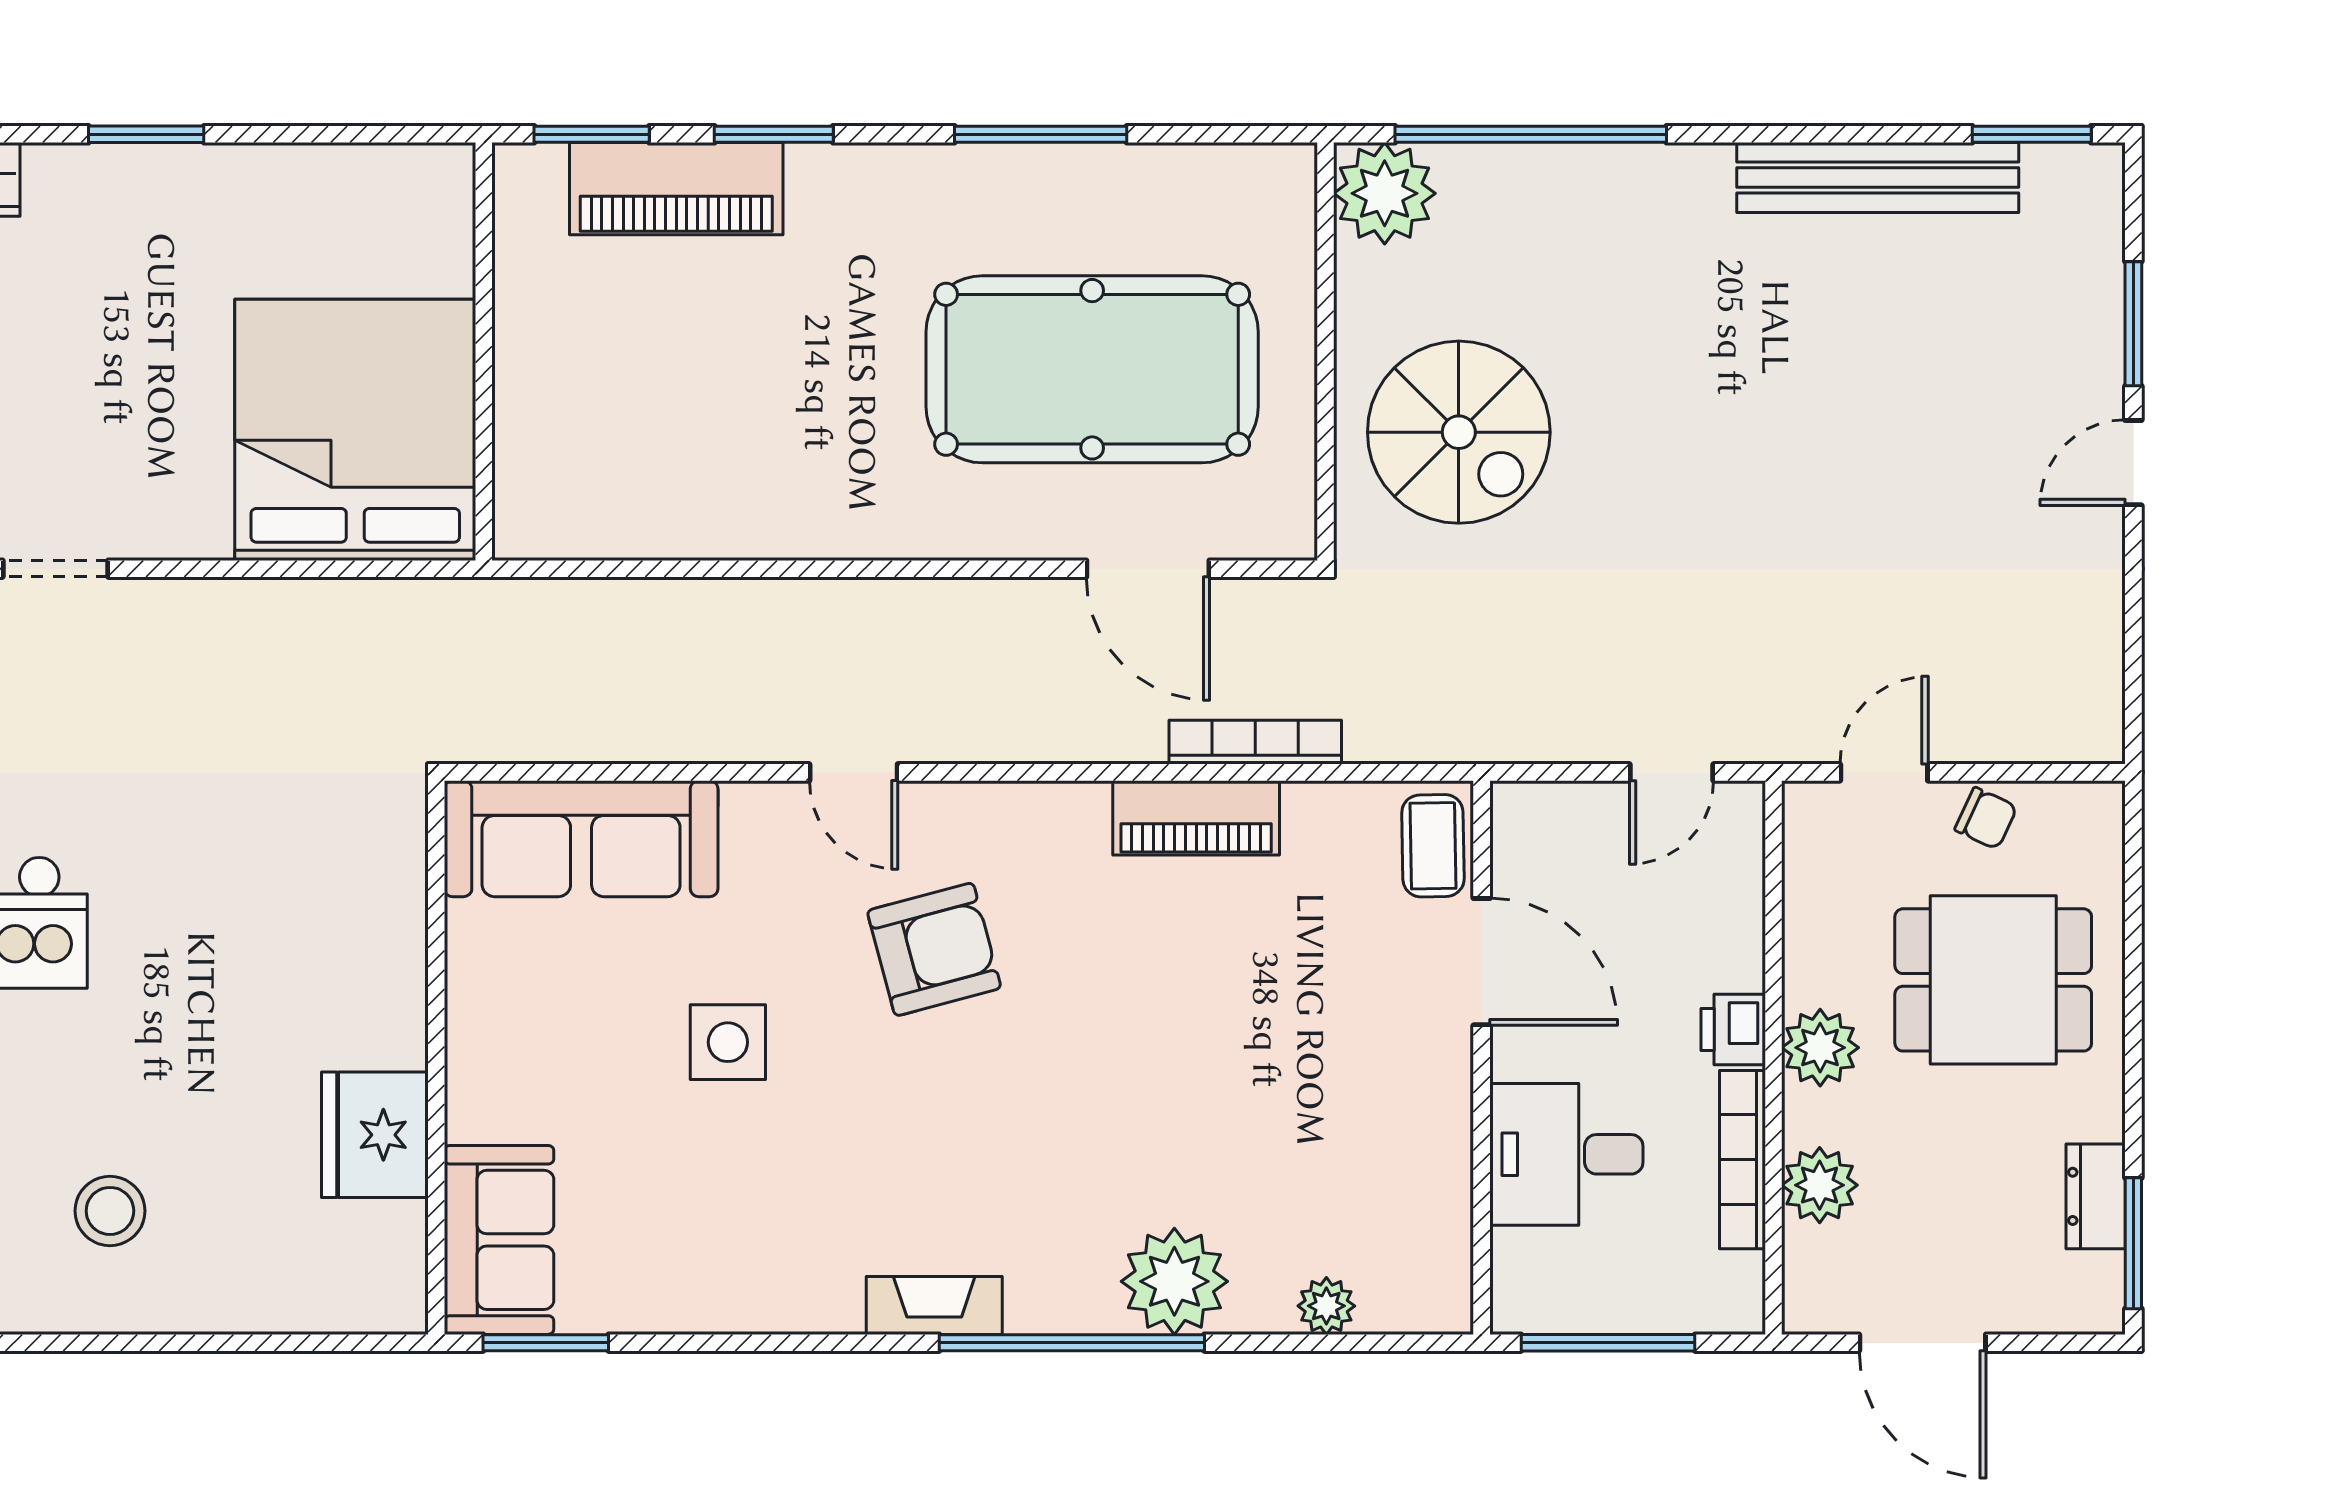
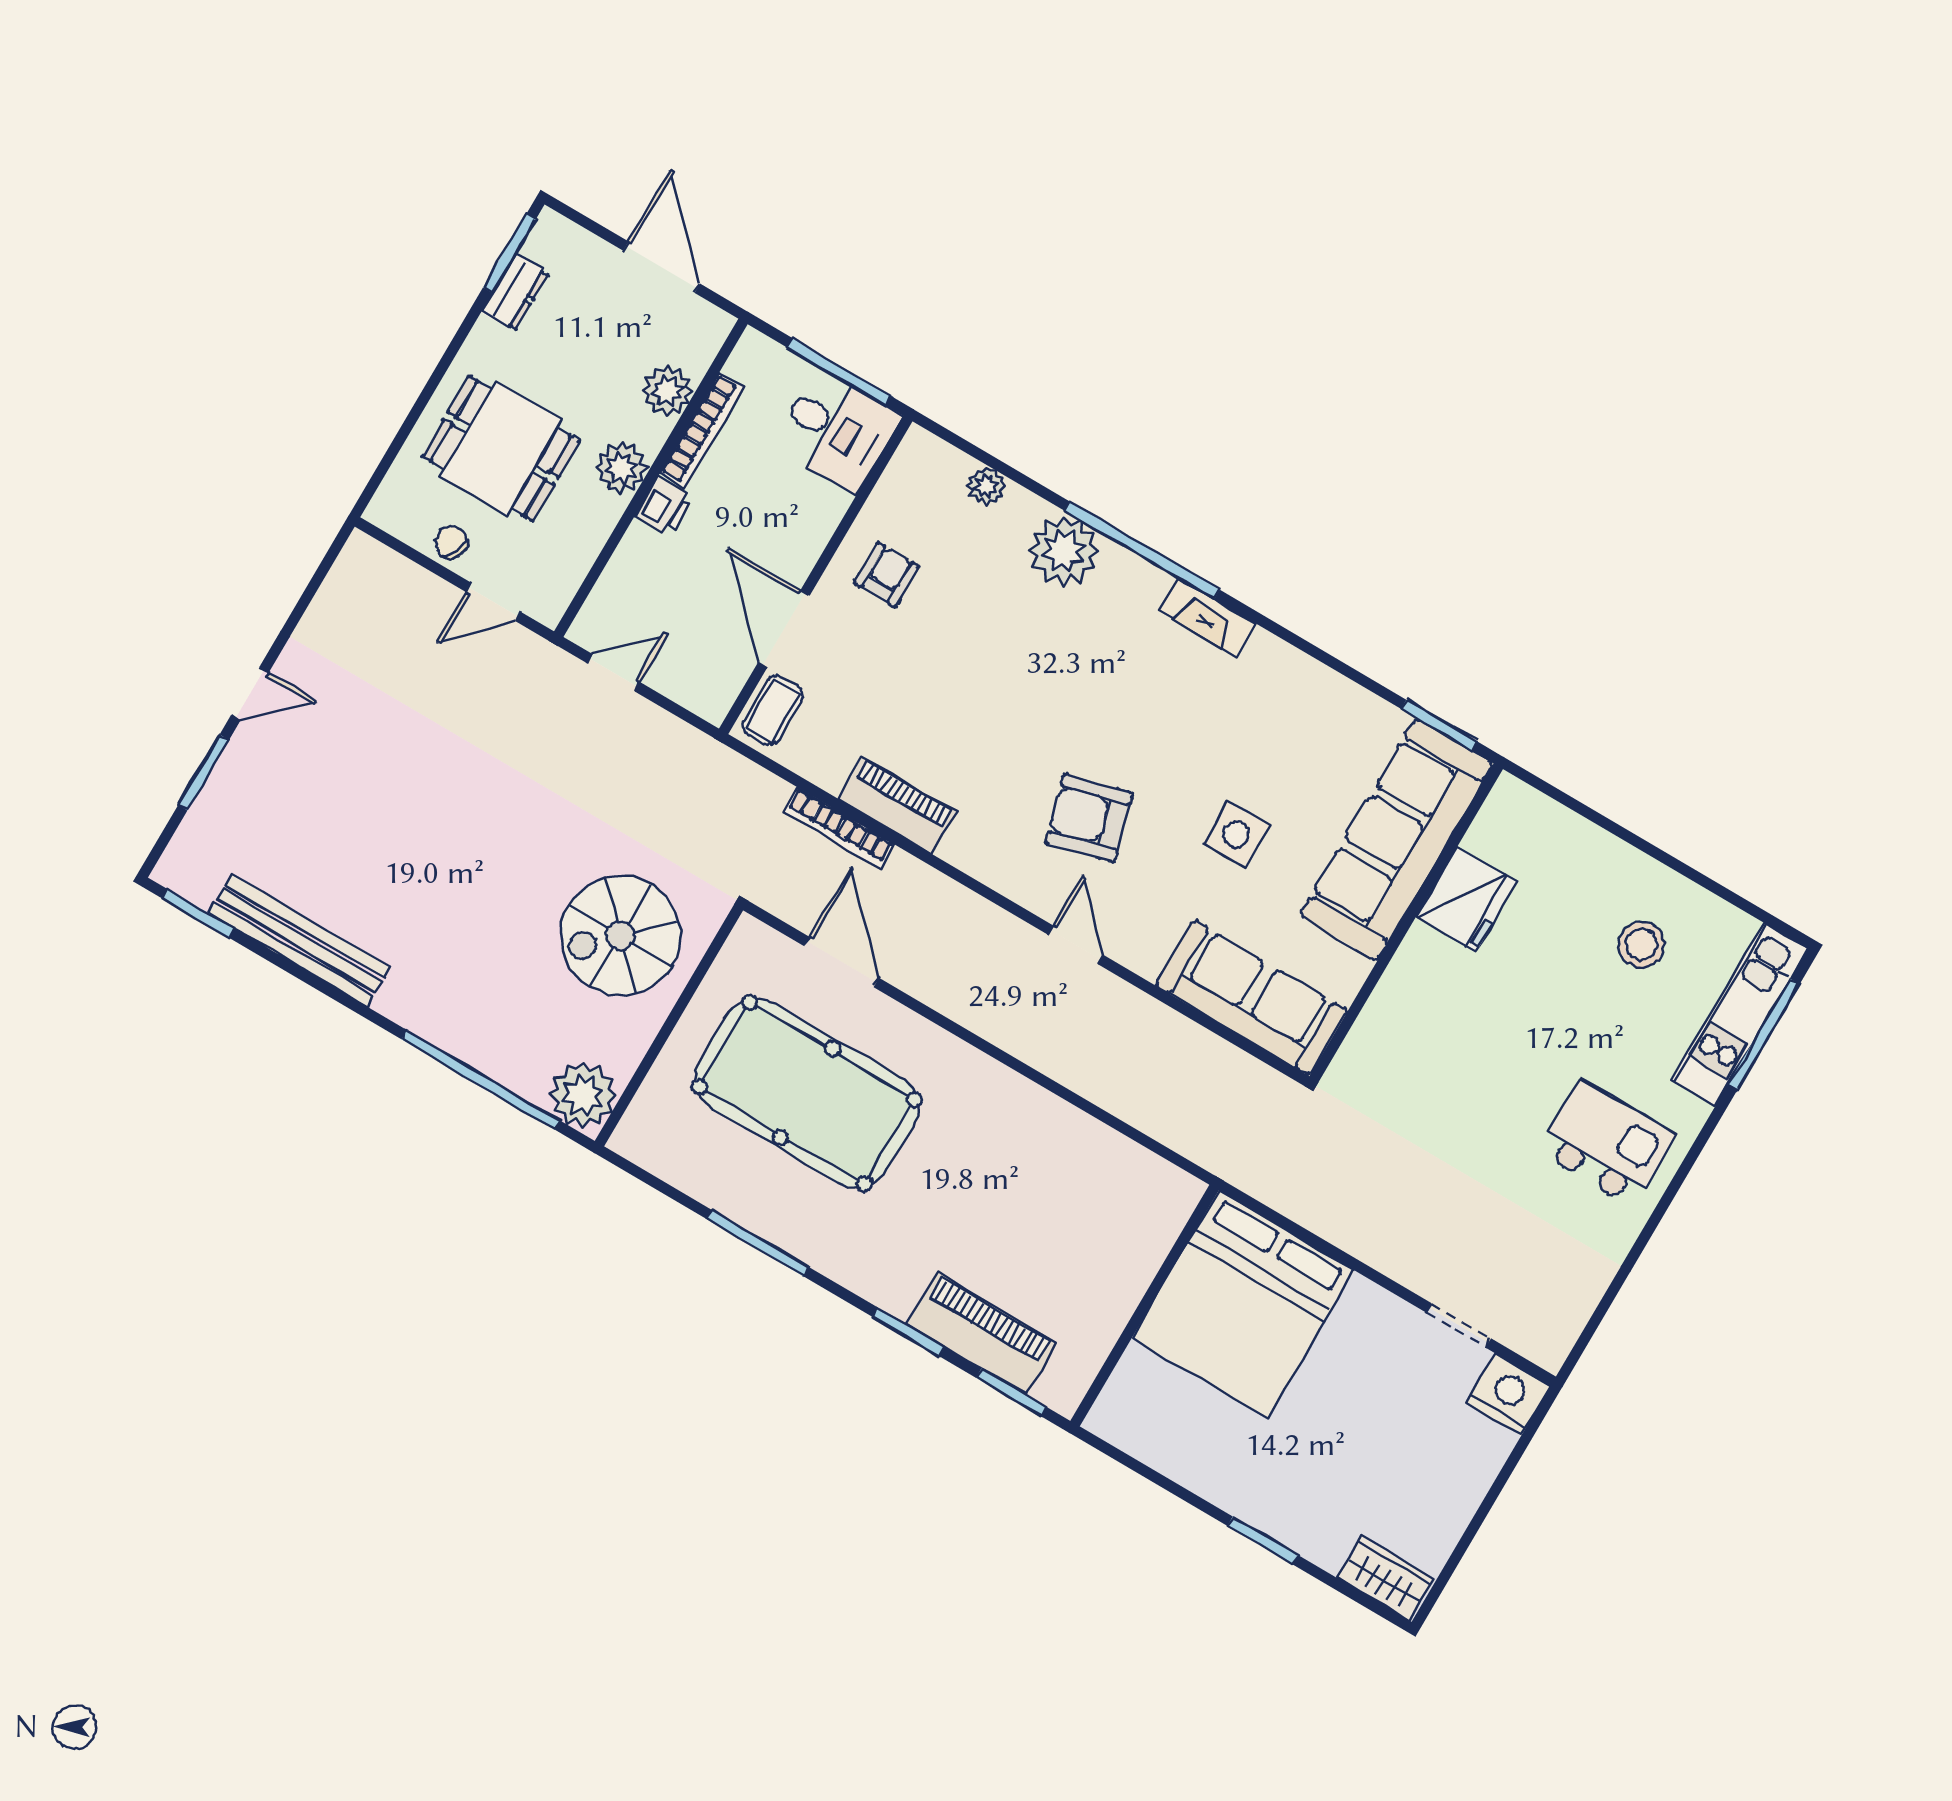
spiral stairs: (1459, 432) -> (621, 936), turned -90
armchair: (1389, 1113) -> (887, 575), added
desk: (1566, 1154) -> (836, 430), moved
sofa: (499, 1240) -> (1396, 839), width x1.85, depth x1.27

